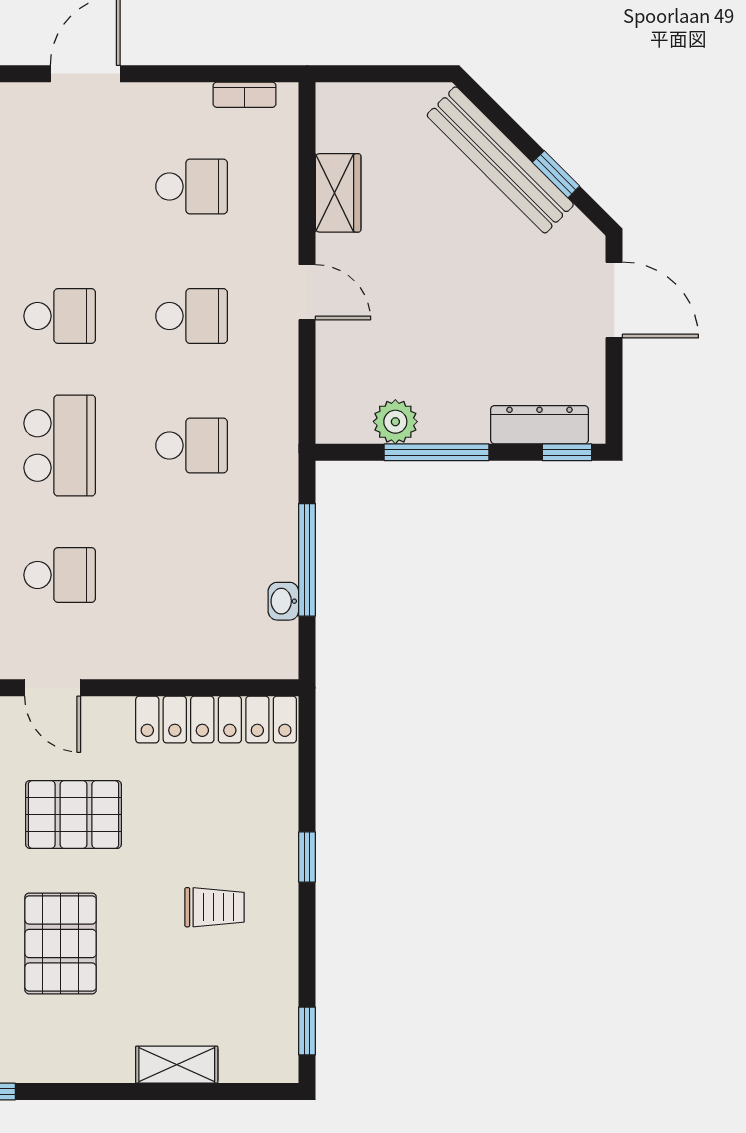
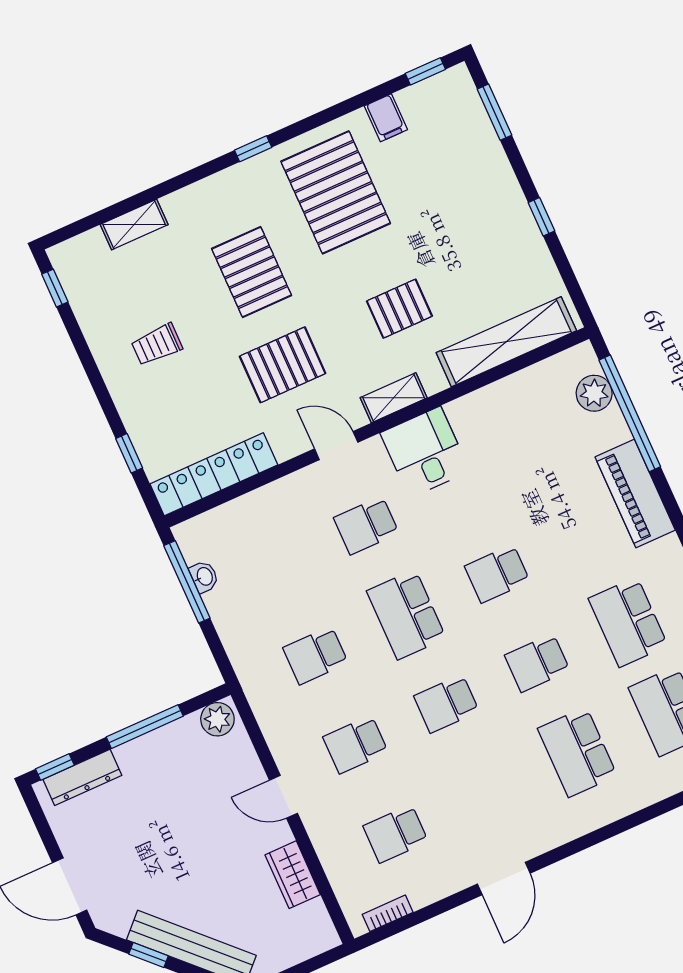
plant: (395, 422) -> (217, 719), moved
window: (307, 560) -> (187, 582), moved
window: (307, 857) -> (129, 453), moved

